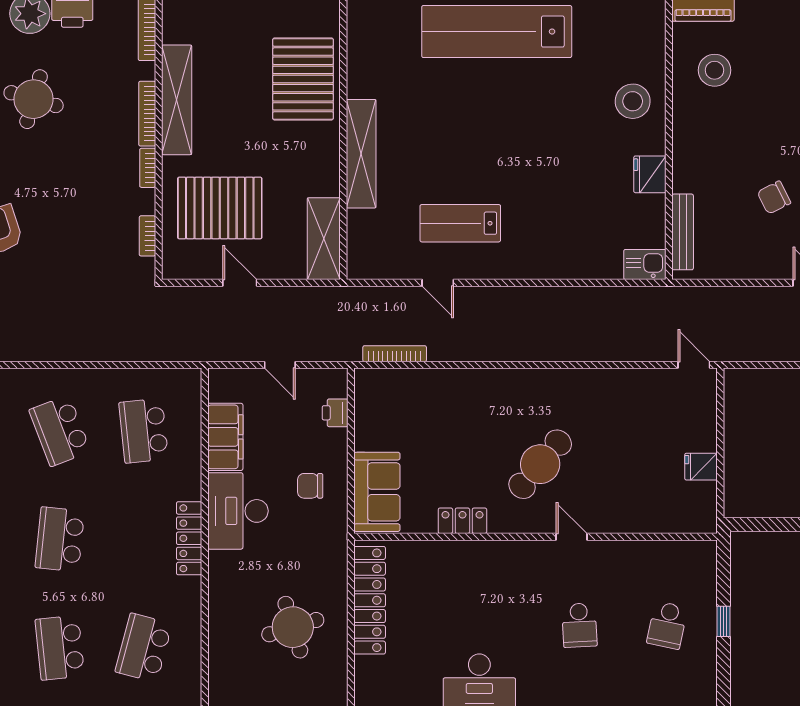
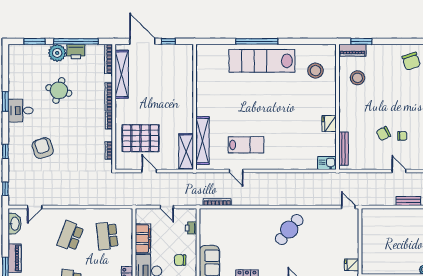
pallet: (303, 79) -> (177, 82), removed
shelving: (177, 100) -> (122, 74), moved
stool: (633, 101) -> (316, 71), moved
shelving: (361, 154) -> (202, 140), moved
lab bench: (460, 223) -> (246, 145), turned 180
school desk: (60, 431) -> (70, 236), turned 42
cafe table: (540, 464) -> (289, 230), moved
fridge: (701, 467) -> (352, 265), moved

